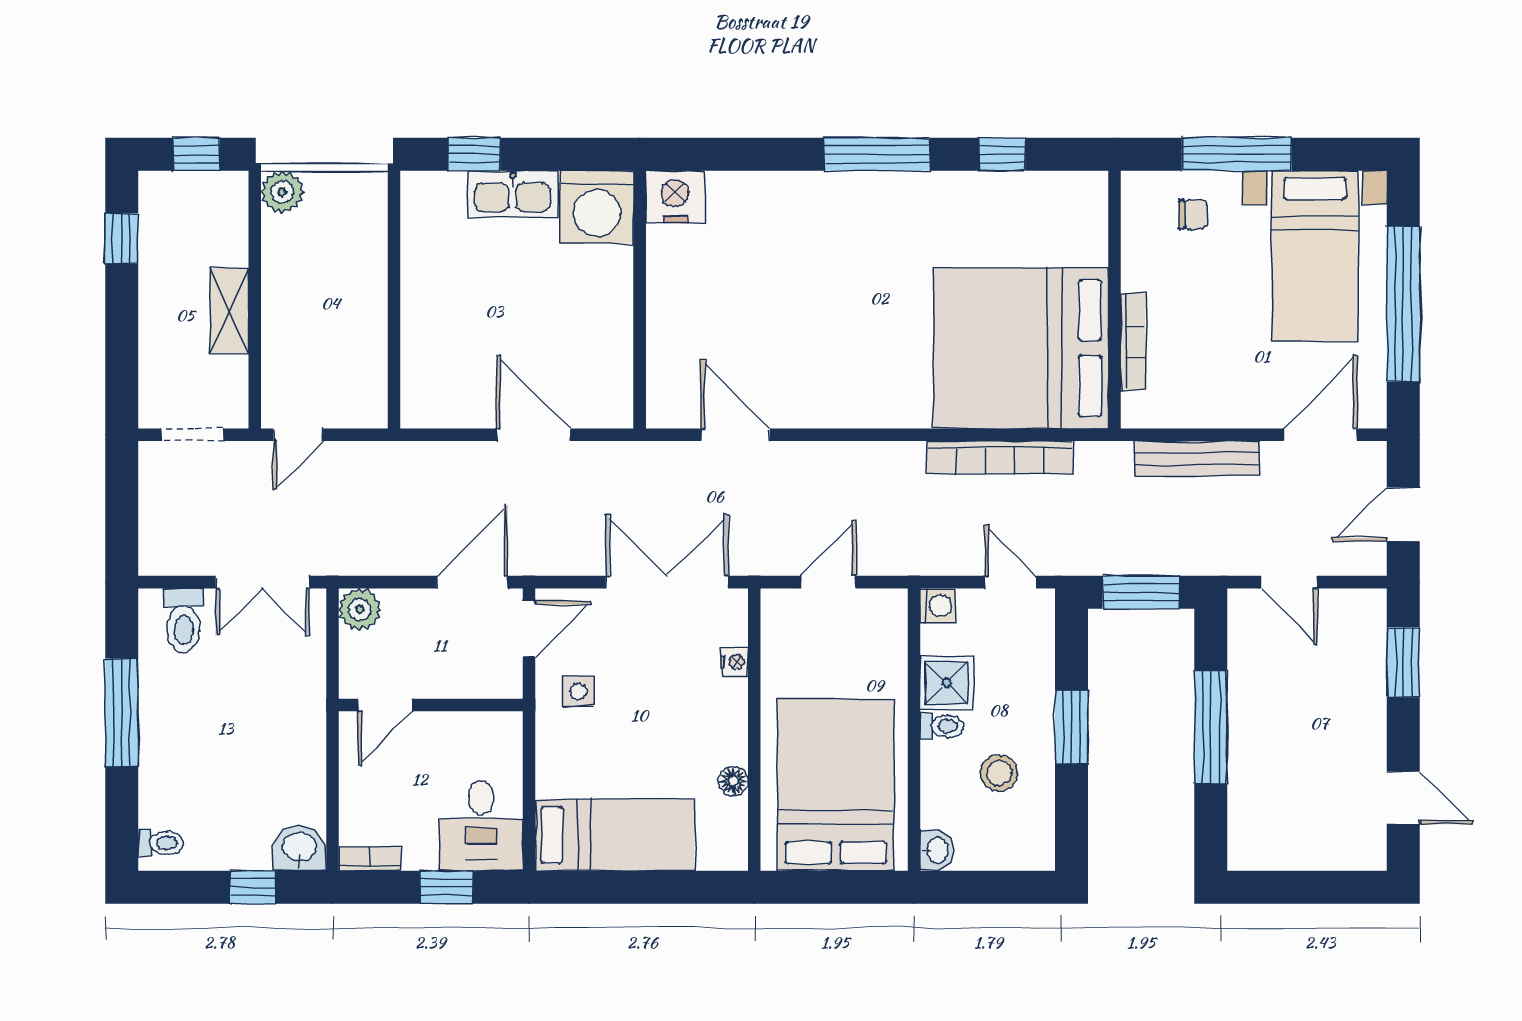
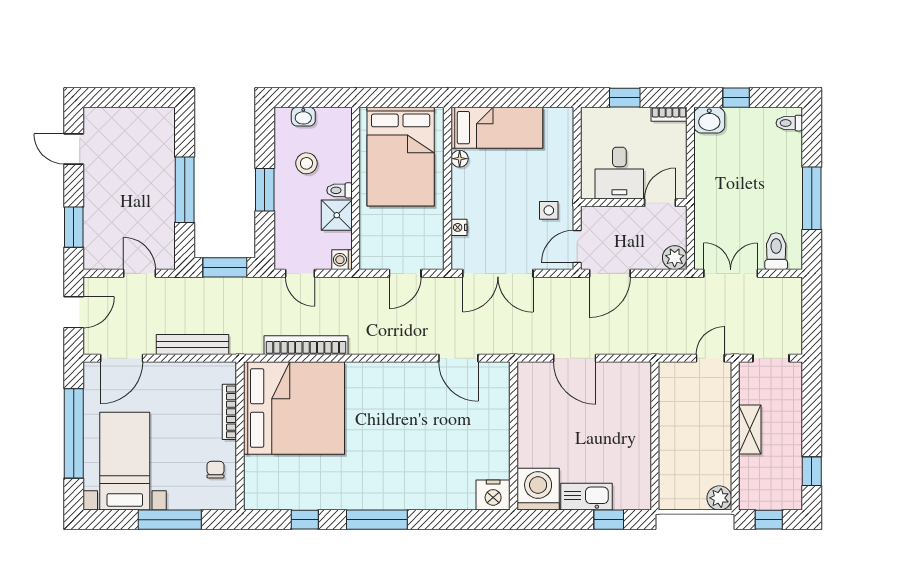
chair: (1193, 214) -> (215, 470), moved, turned 90
desk: (481, 826) -> (619, 173), moved, turned 180
bed: (615, 835) -> (497, 128), moved, turned 180
washbasin: (937, 850) -> (303, 117), moved, turned -90

